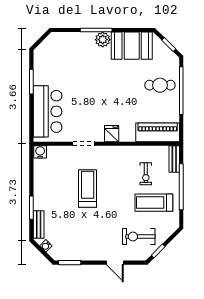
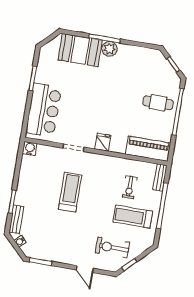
booth: (132, 46) -> (80, 50), moved

